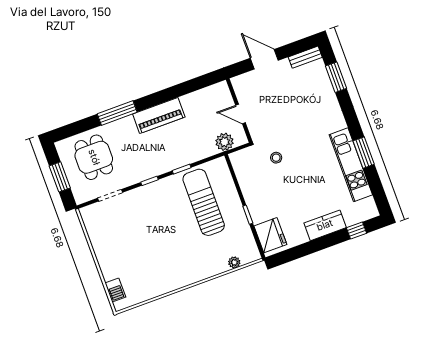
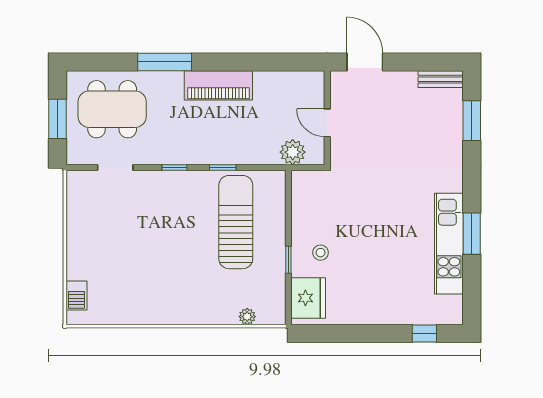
door: (264, 59) -> (365, 62), moved
dining table: (94, 157) -> (112, 109), width x1.38
stool: (276, 158) -> (321, 253), moved
kitchen counter: (325, 225) -> (385, 311), removed

